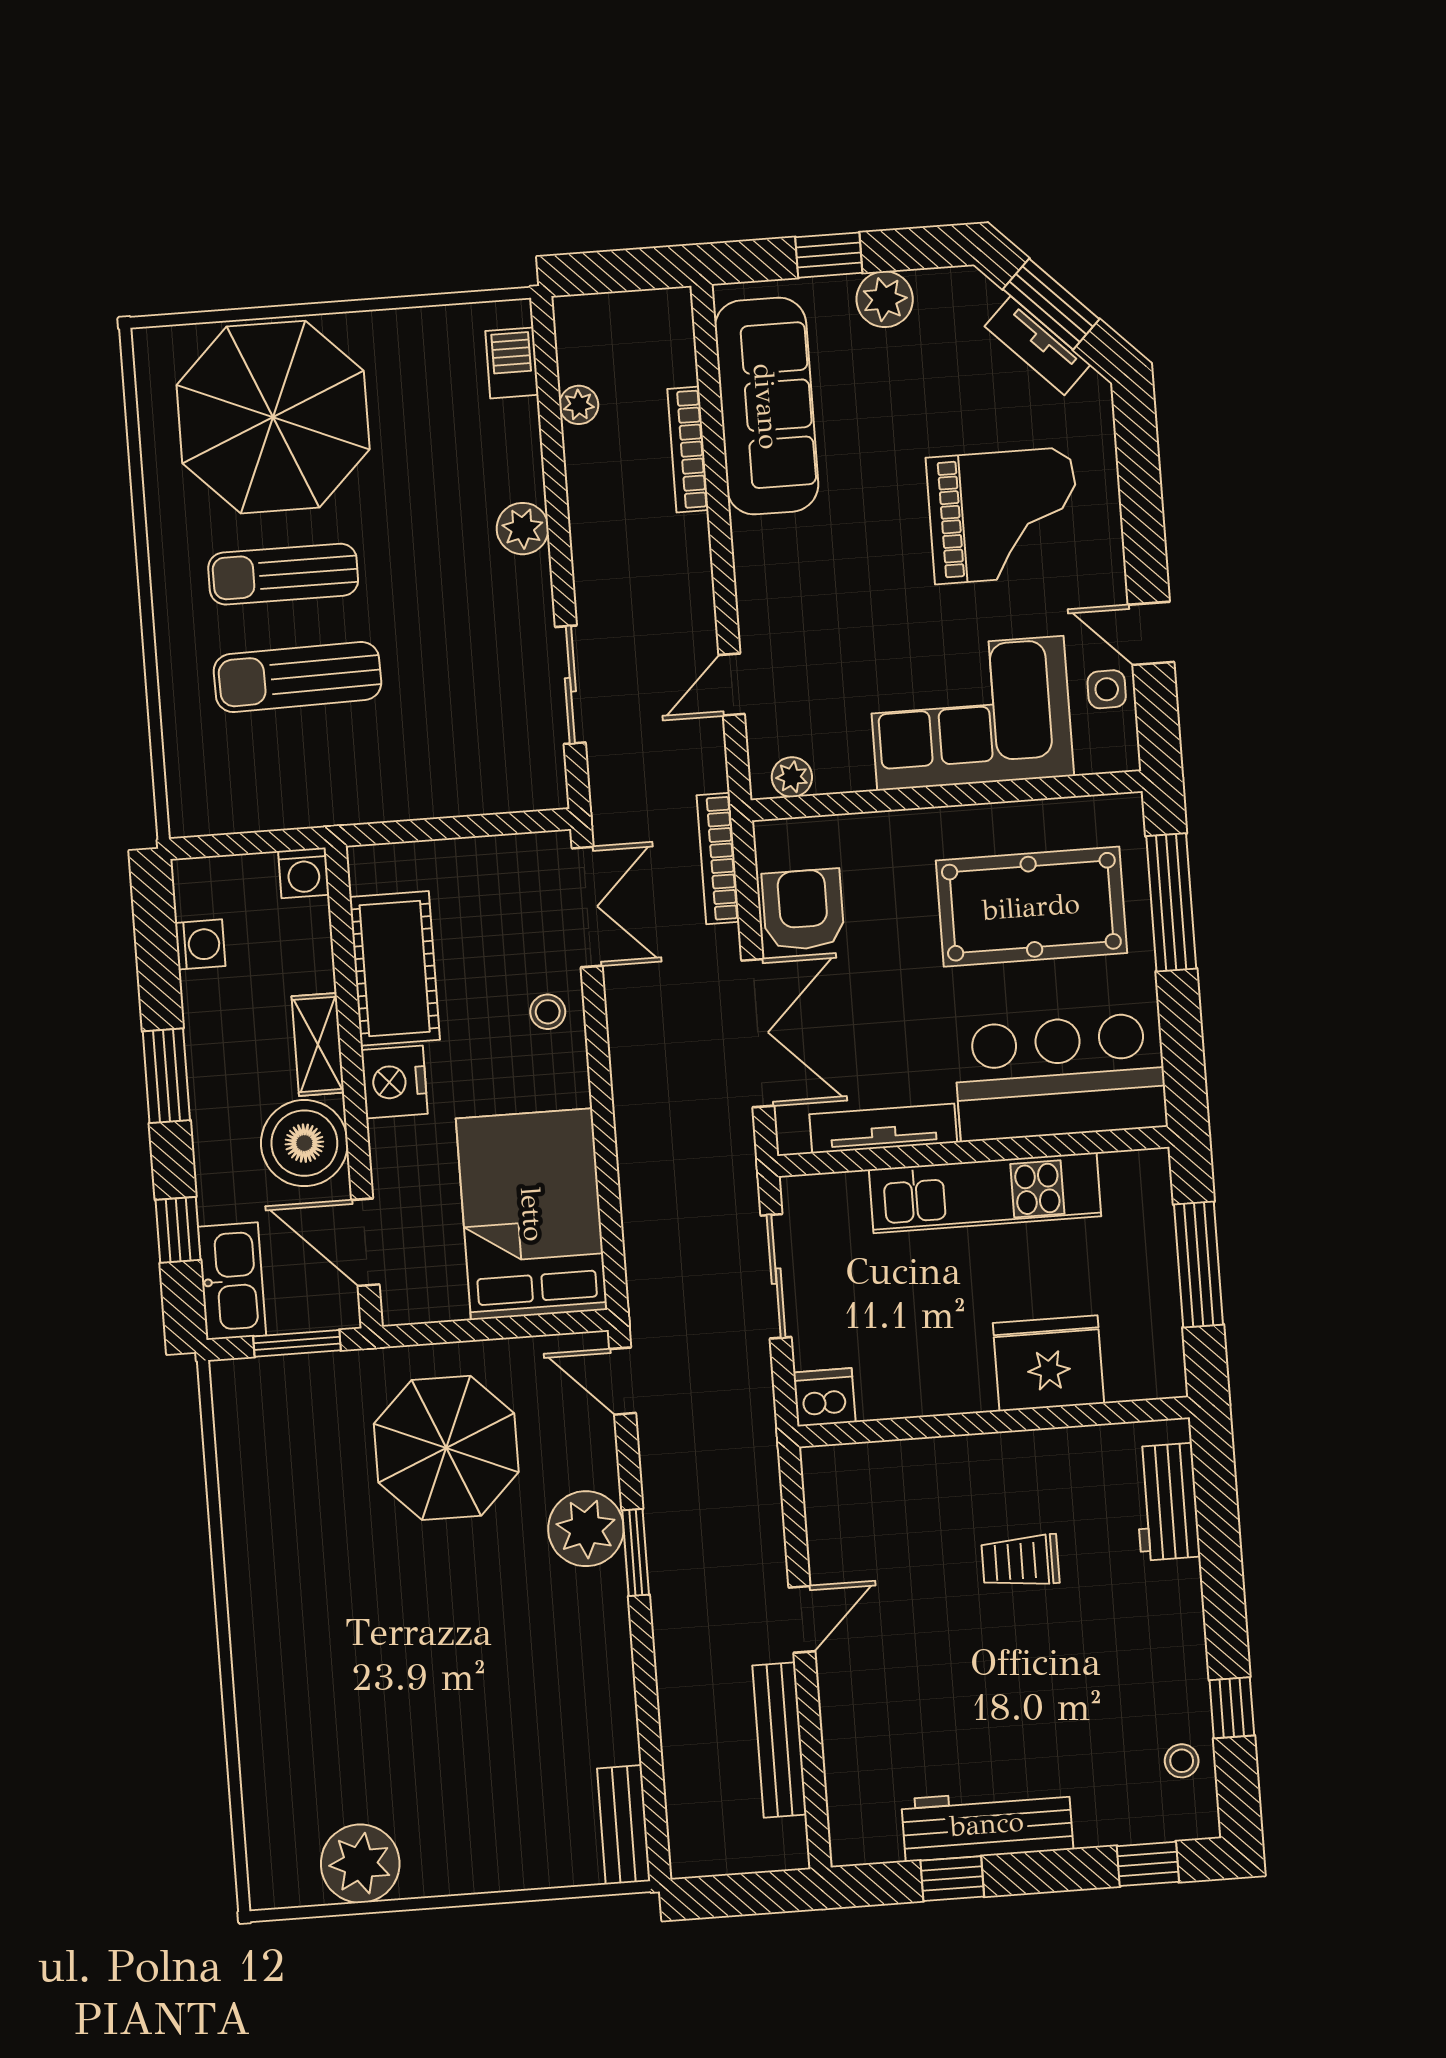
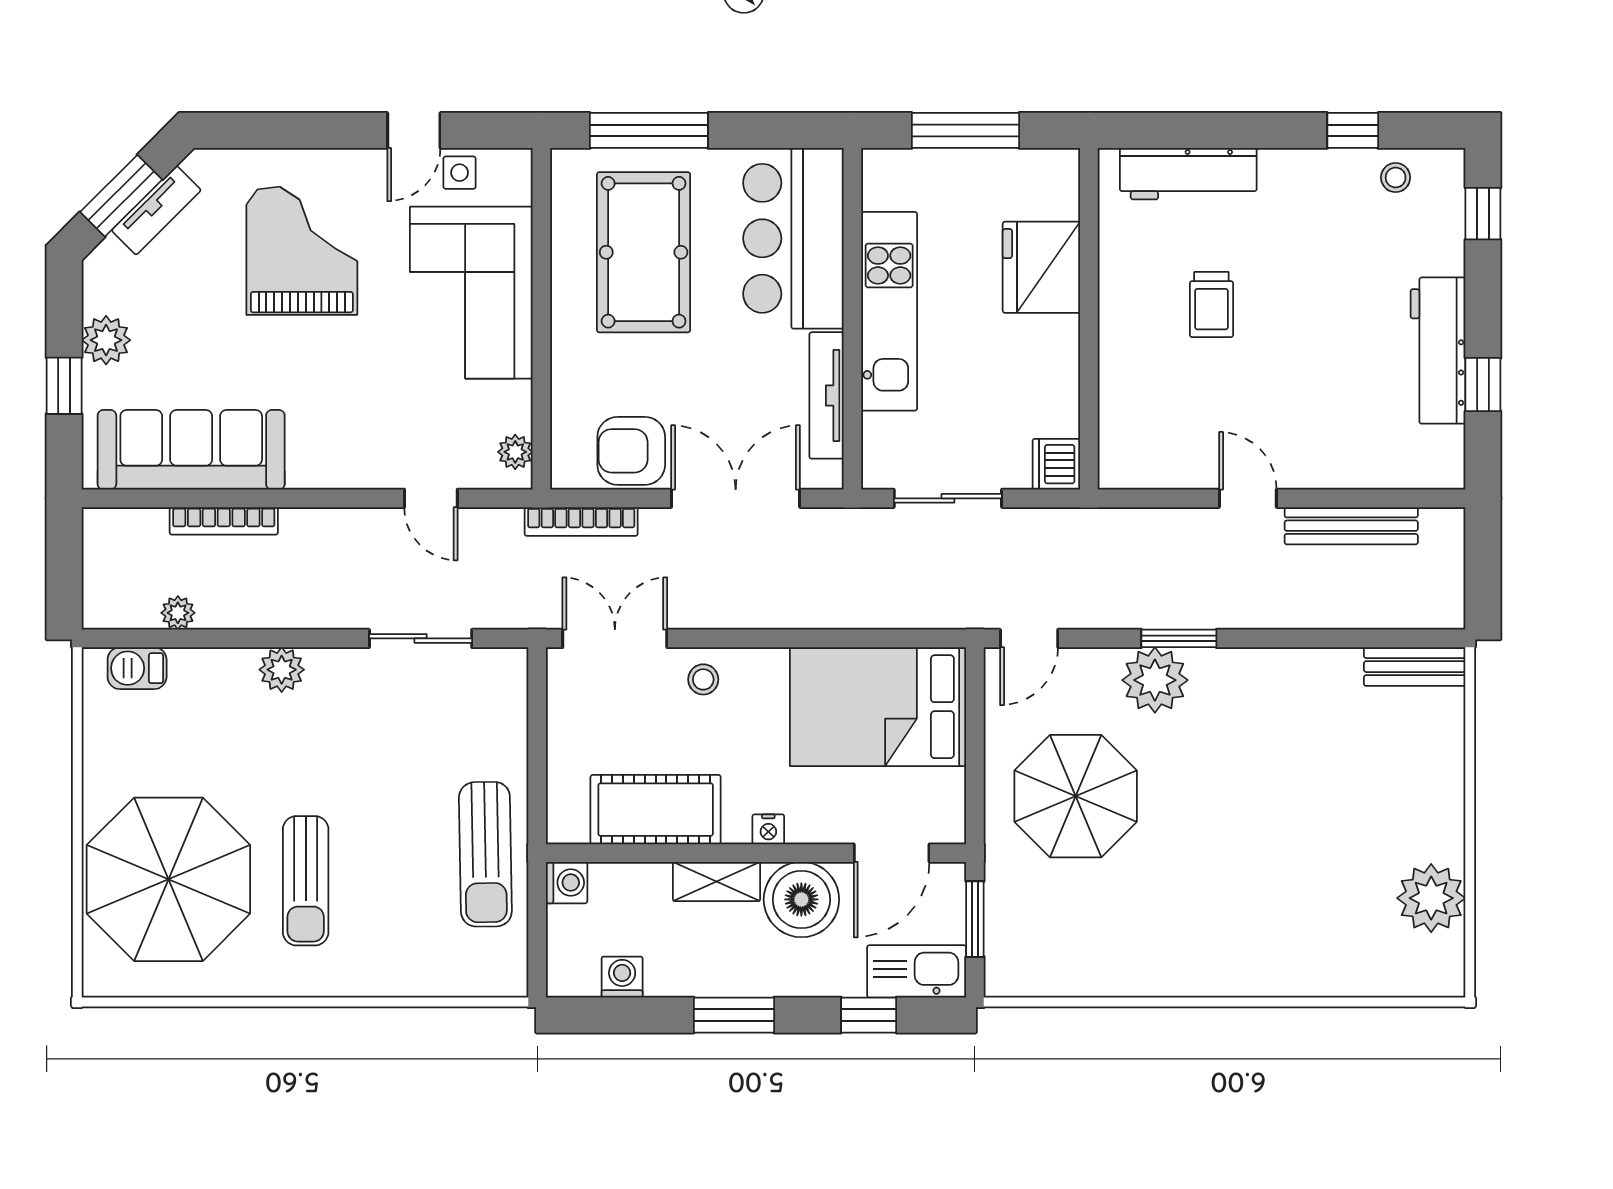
sun lounger: (297, 677) -> (485, 854), moved
nightstand: (394, 1082) -> (768, 829), width x0.53, depth x0.56
workbench: (1167, 1502) -> (1188, 174), width x1.37

